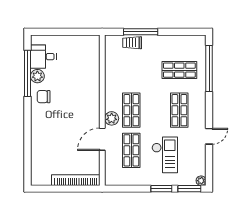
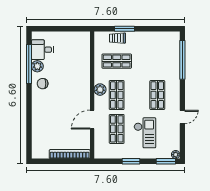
window: (141, 32) -> (125, 29), width x0.69
shop shelf: (179, 70) -> (117, 61), moved
plant: (112, 118) -> (100, 90), moved
window: (161, 189) -> (131, 161), moved

